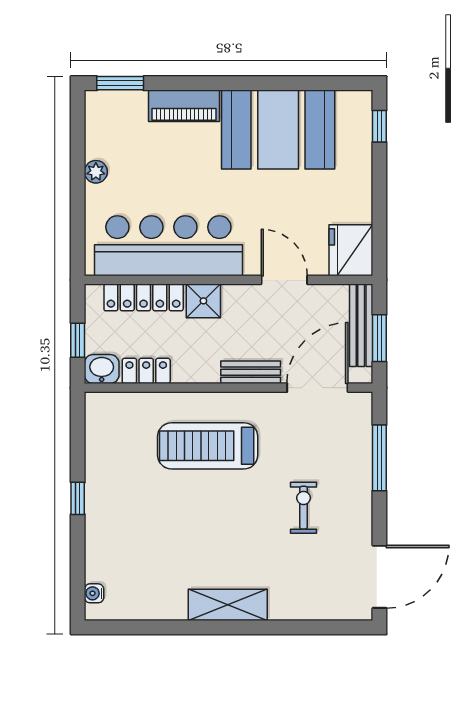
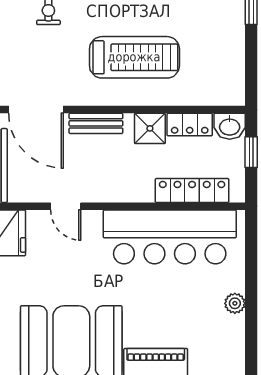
door: (284, 280) -> (66, 206), width x0.73
shower: (203, 301) -> (150, 128), moved
door: (317, 388) -> (36, 110), hinge flipped

